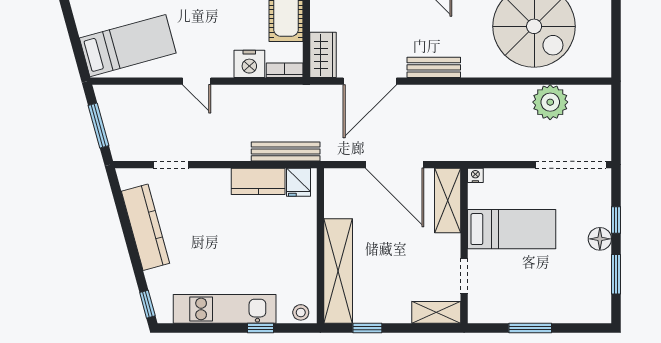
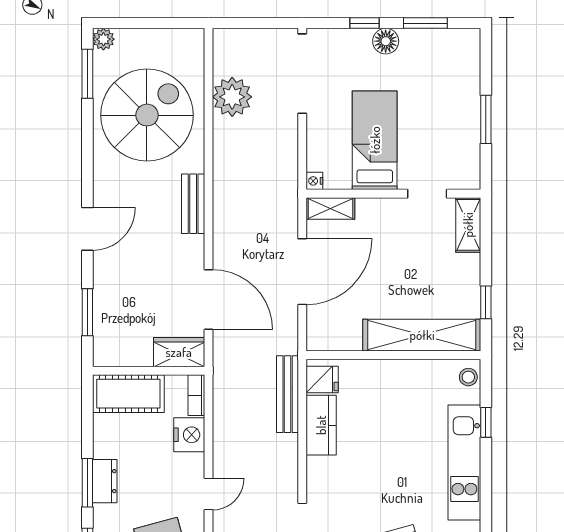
bench: (434, 67) -> (193, 204), moved
shelving: (448, 200) -> (330, 208), width x0.67, depth x0.75

